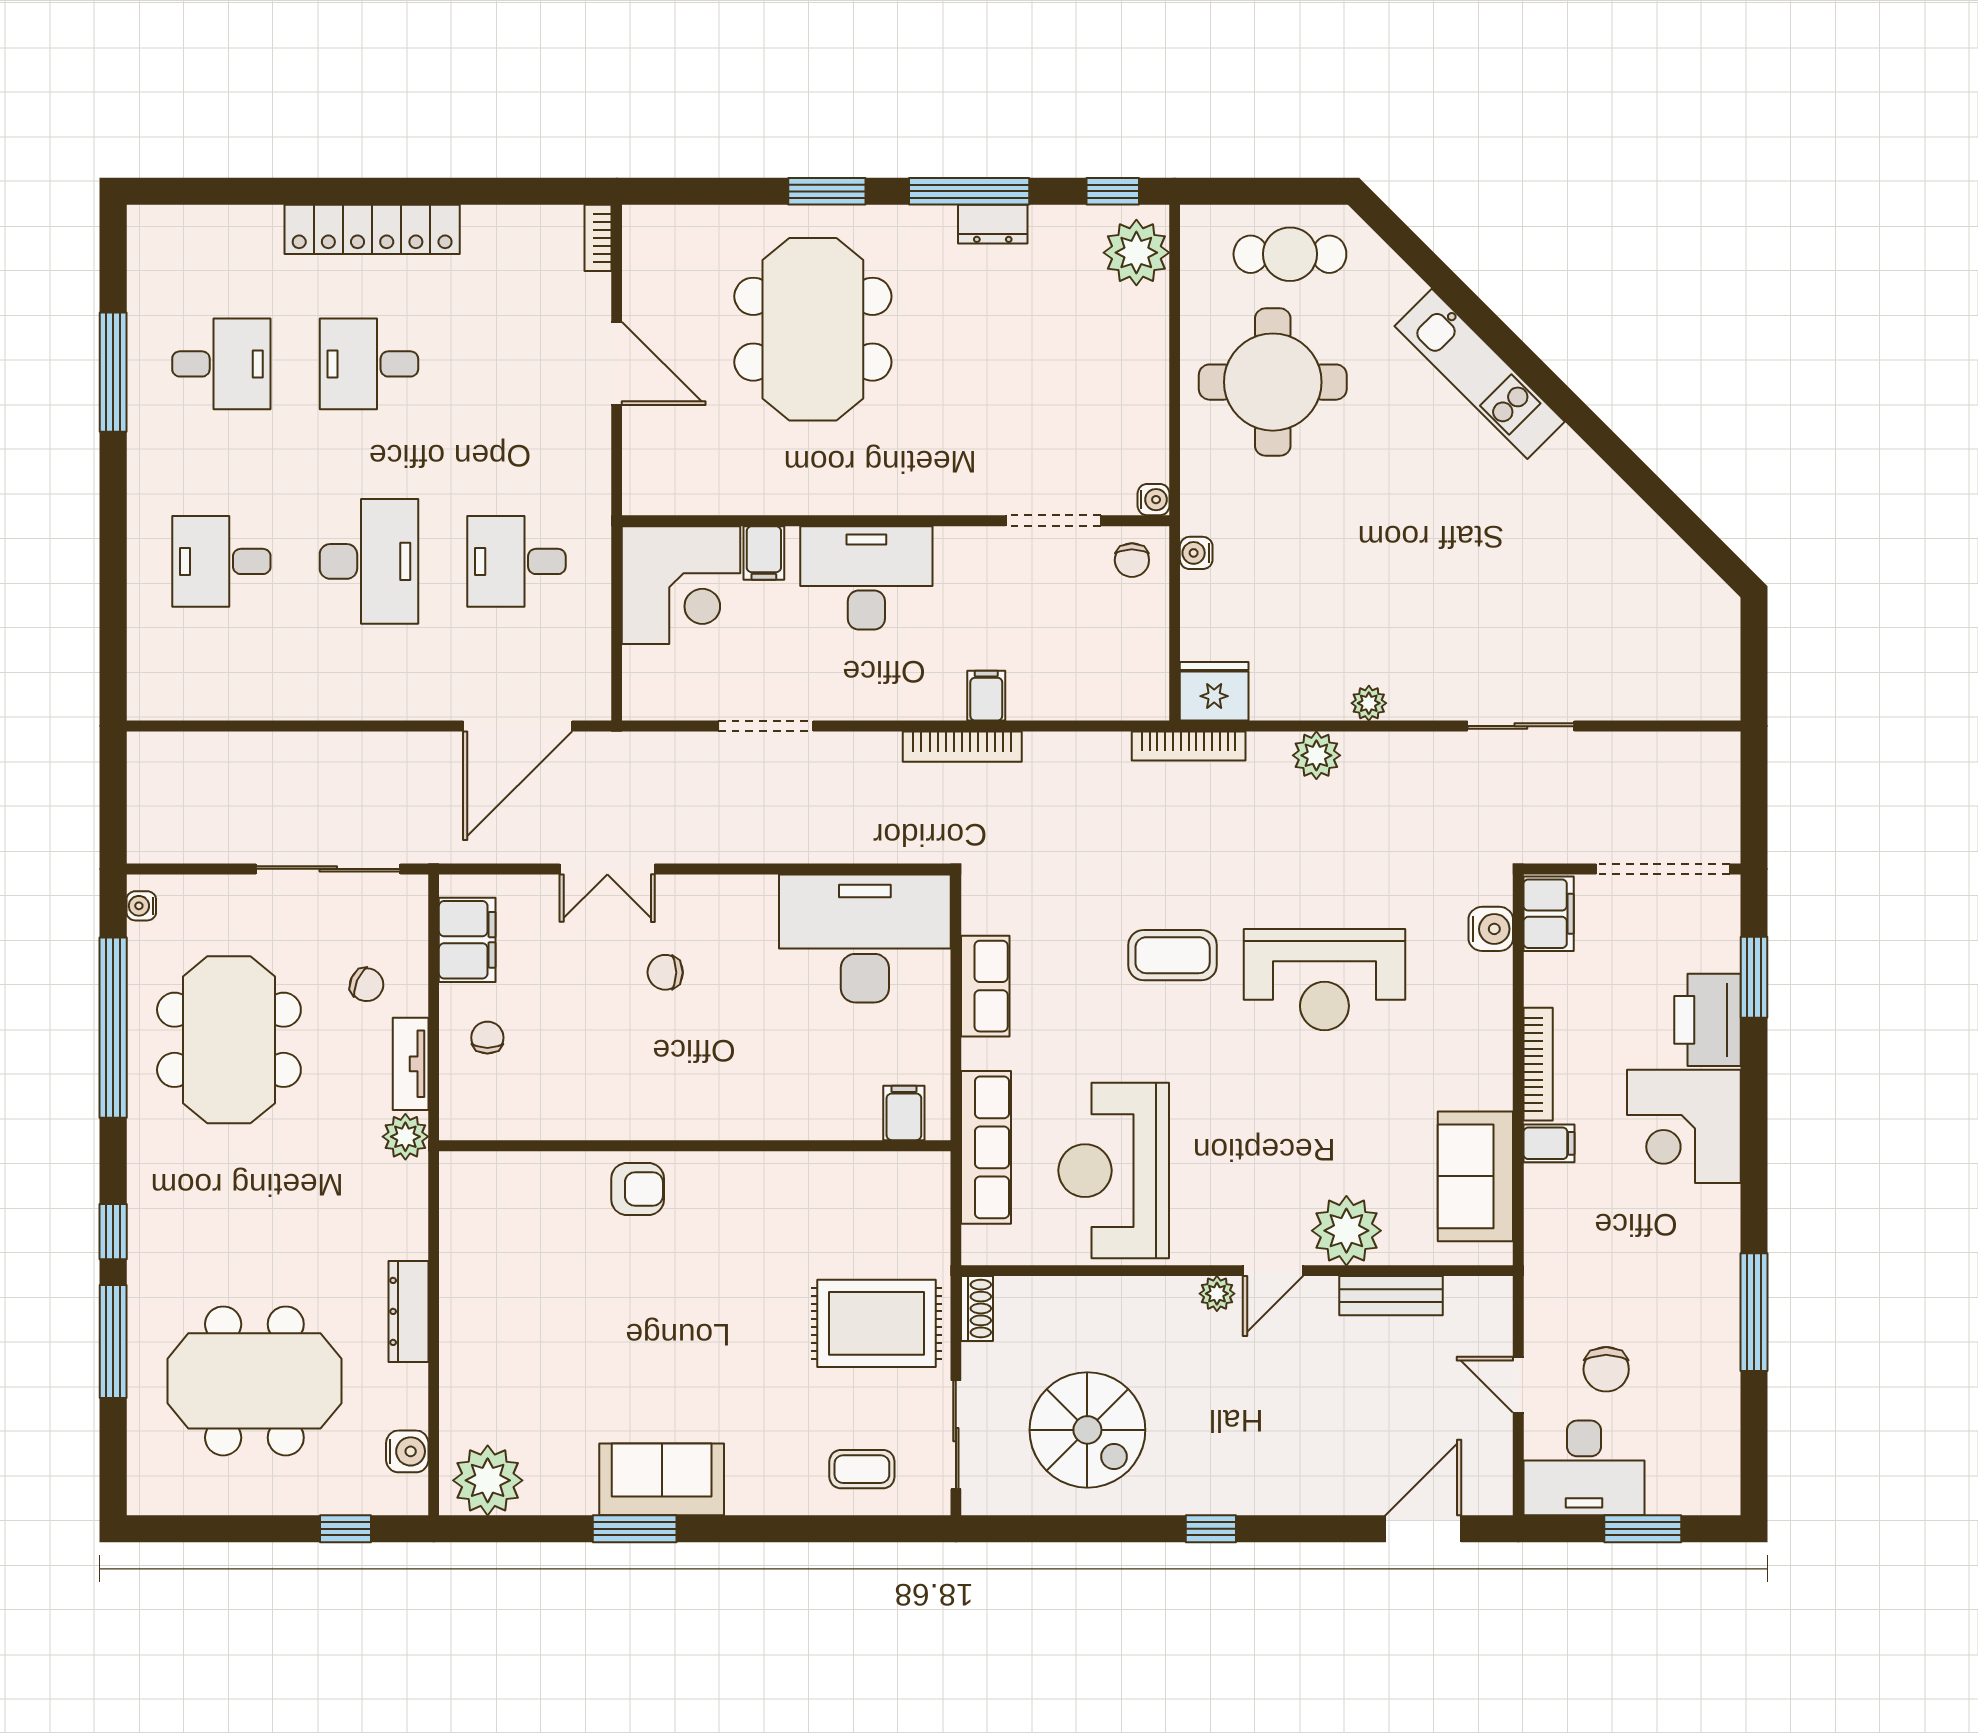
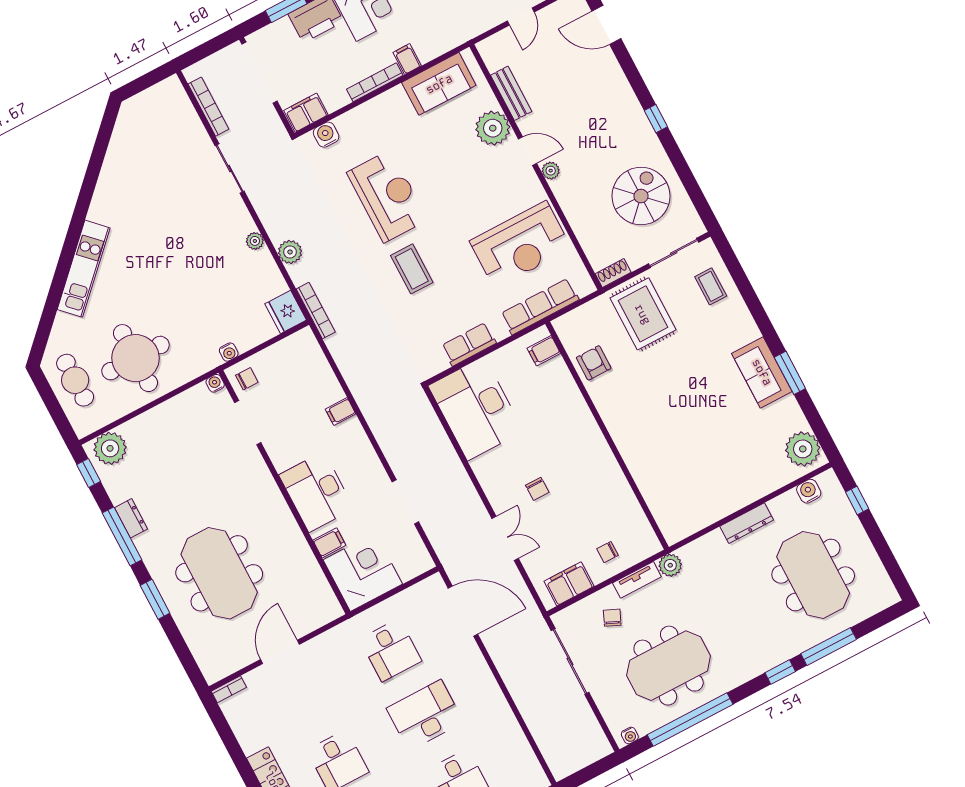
meeting table: (813, 329) -> (219, 573), turned 90
bookcase: (962, 747) -> (208, 107), moved
armchair: (638, 1189) -> (594, 363), moved

